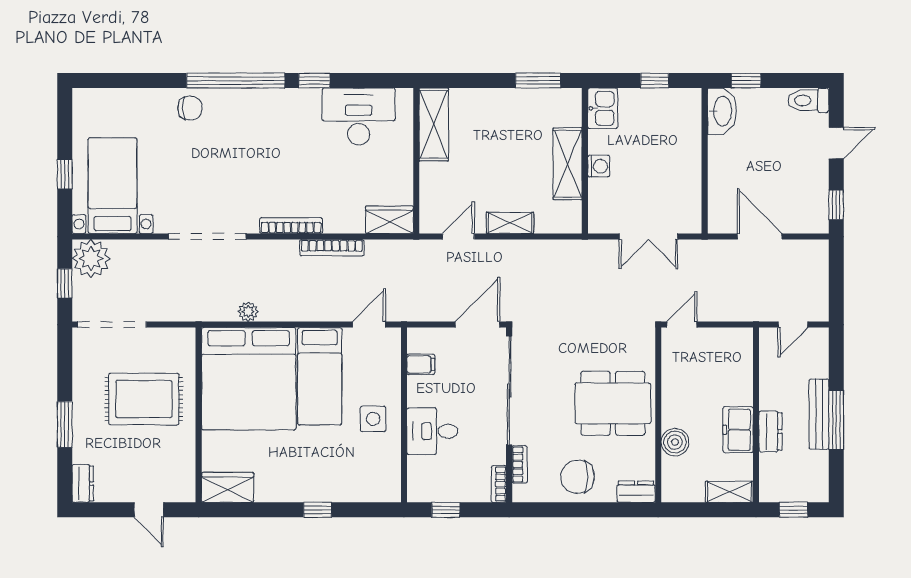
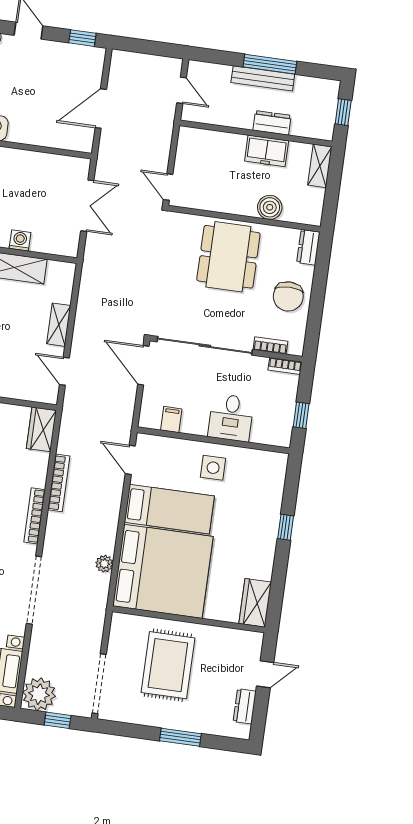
dresser: (83, 483) -> (245, 706), moved, turned -90

